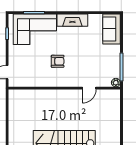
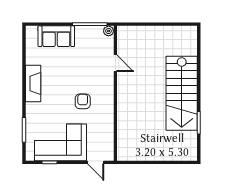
corner sofa: (35, 29) -> (60, 142), moved, turned -90
sofa: (111, 29) -> (56, 36), moved

